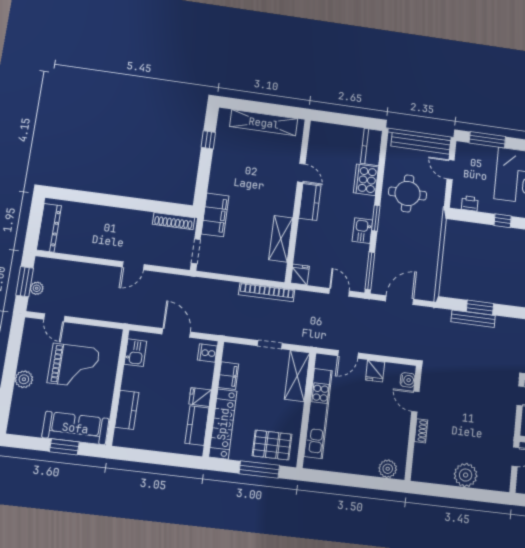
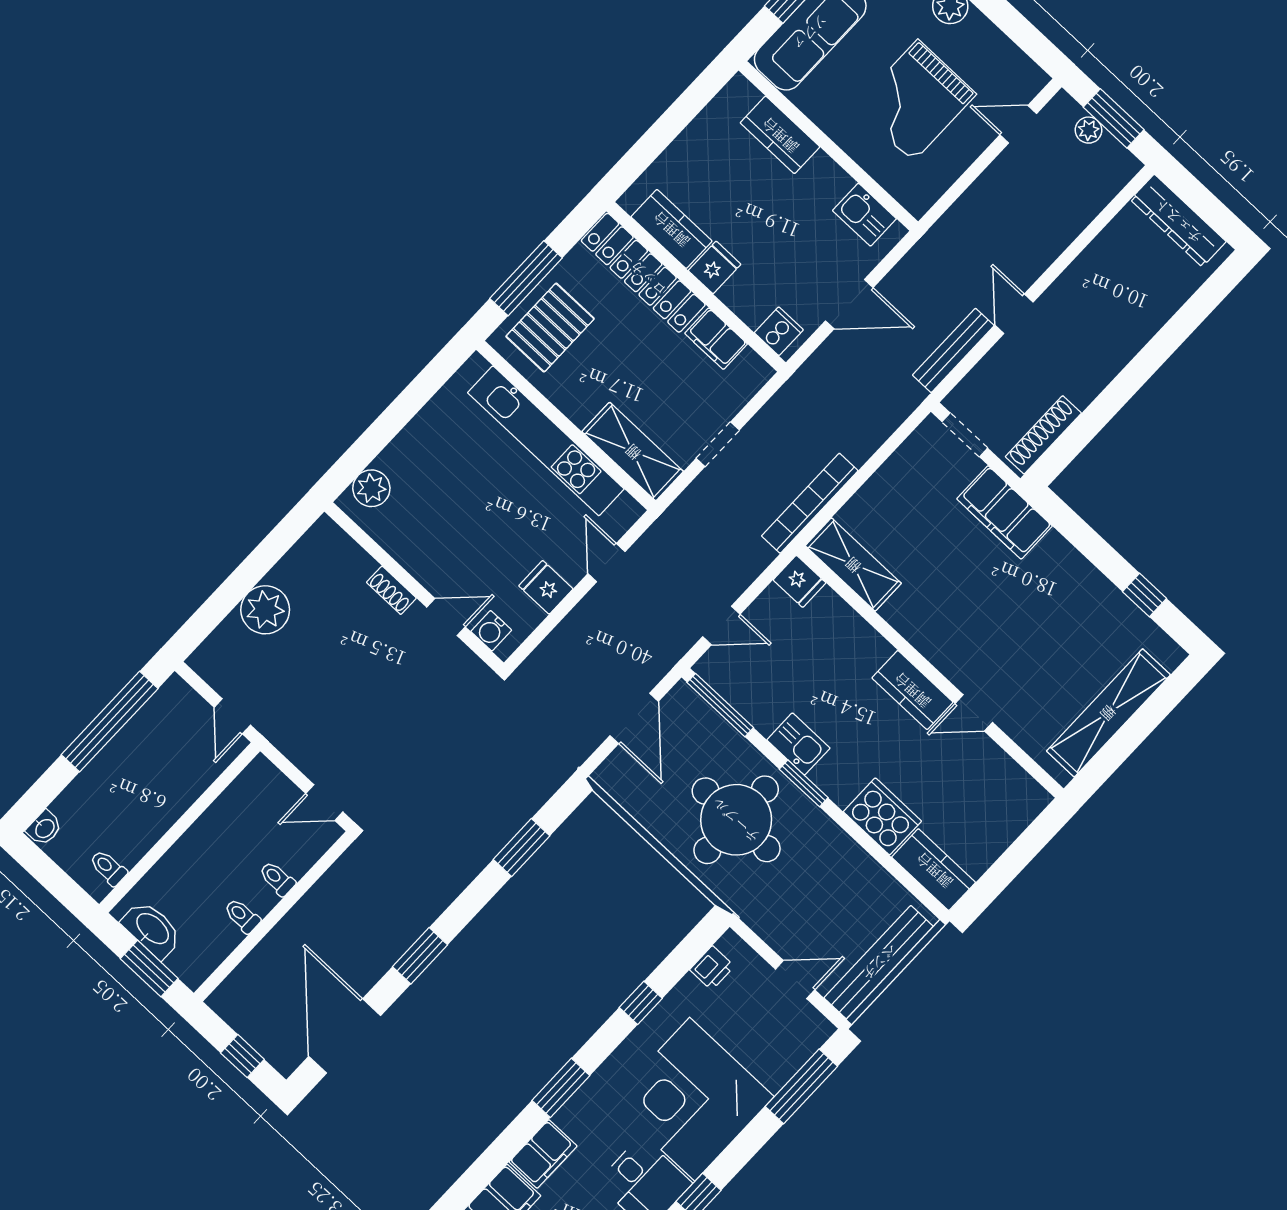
round table: (408, 193) -> (736, 820), moved, width x1.36, depth x1.36
shelving: (281, 239) -> (853, 565), moved
bench: (473, 319) -> (953, 350), moved

